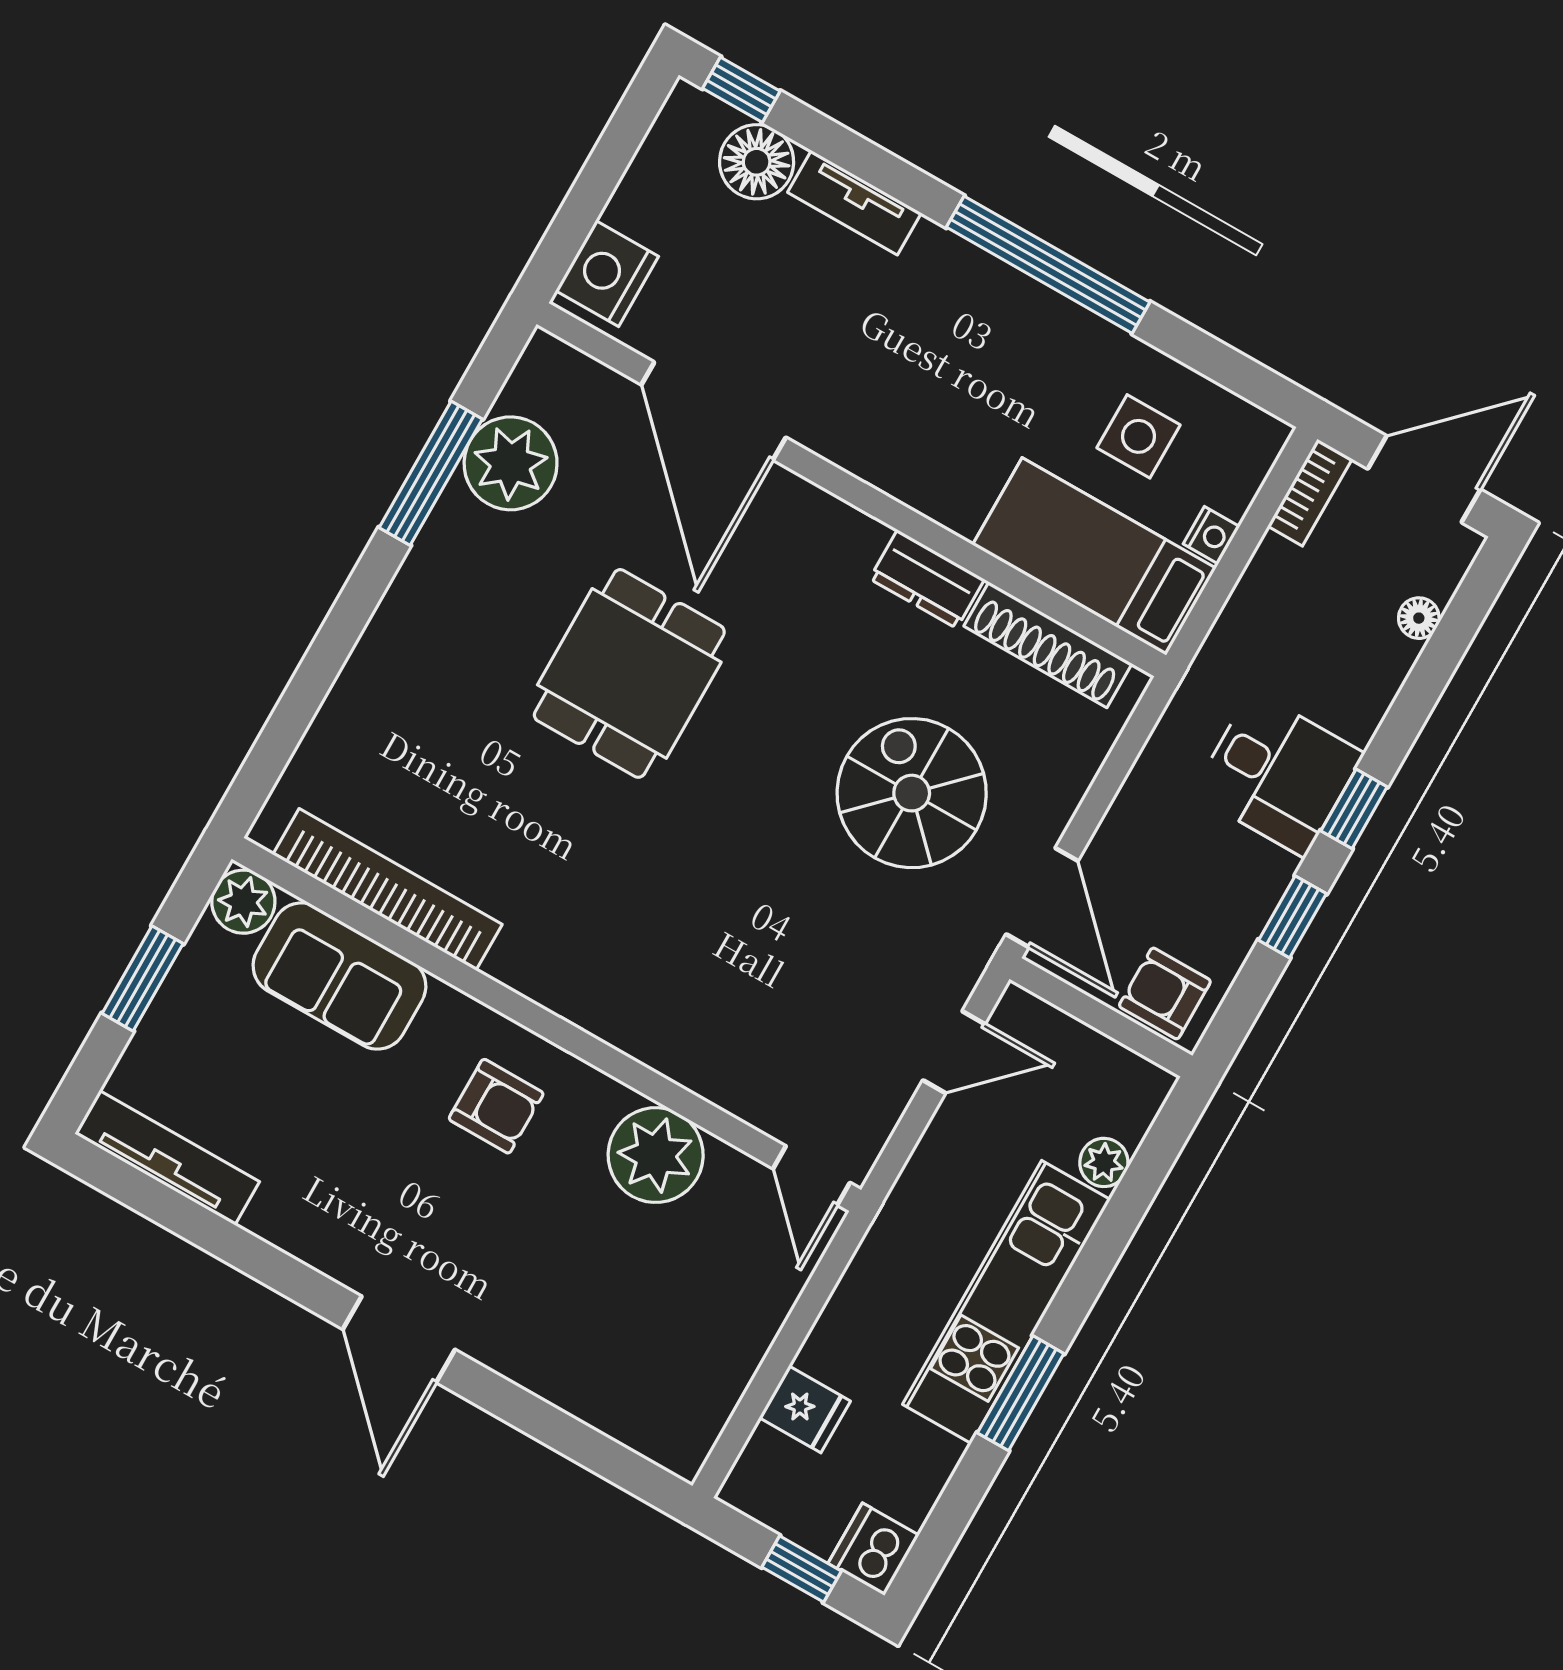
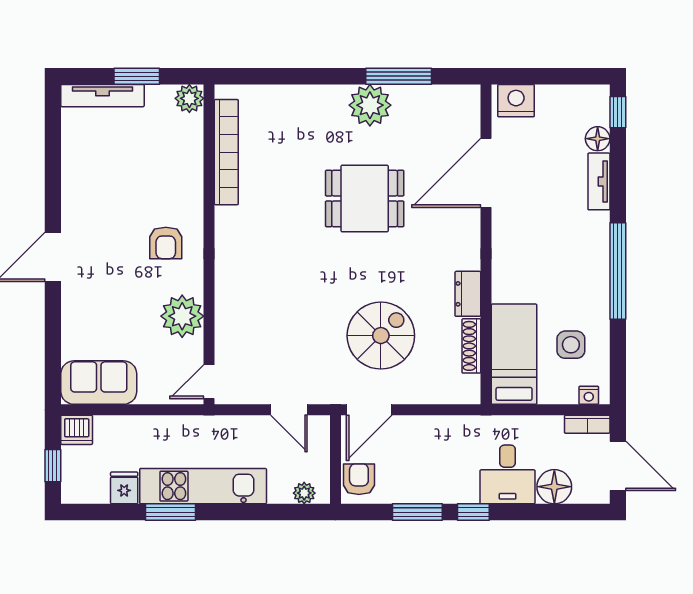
floor lamp: (757, 162) -> (598, 139), width x0.73, depth x0.73
plant: (511, 463) -> (370, 105), moved
nightstand: (1211, 535) -> (589, 395), moved
floor lamp: (1419, 618) -> (554, 487), width x1.89, depth x1.89
shoe rack: (1048, 645) -> (471, 346), width x0.74, depth x0.81
desk: (1278, 774) -> (508, 474), moved
window: (1292, 917) -> (417, 512), width x1.50
sofa: (339, 976) -> (99, 383), moved, turned 90
tv unit: (167, 1158) -> (102, 96), moved, turned 90
plant: (1104, 1162) -> (304, 493), moved
fridge: (805, 1409) -> (124, 488), moved, turned 180
dishwasher: (873, 1549) -> (77, 430), moved, turned 180

